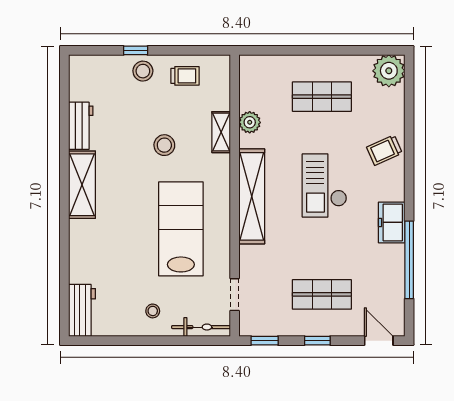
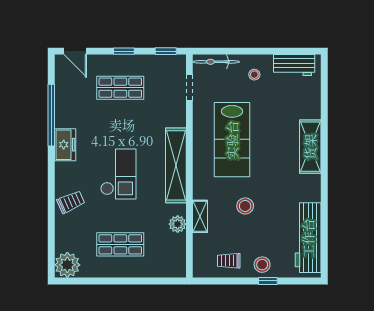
workbench: (81, 126) -> (308, 238), width x1.88, depth x1.32
shelving: (82, 185) -> (310, 147), moved
workbench: (82, 310) -> (294, 65), moved, turned -90

